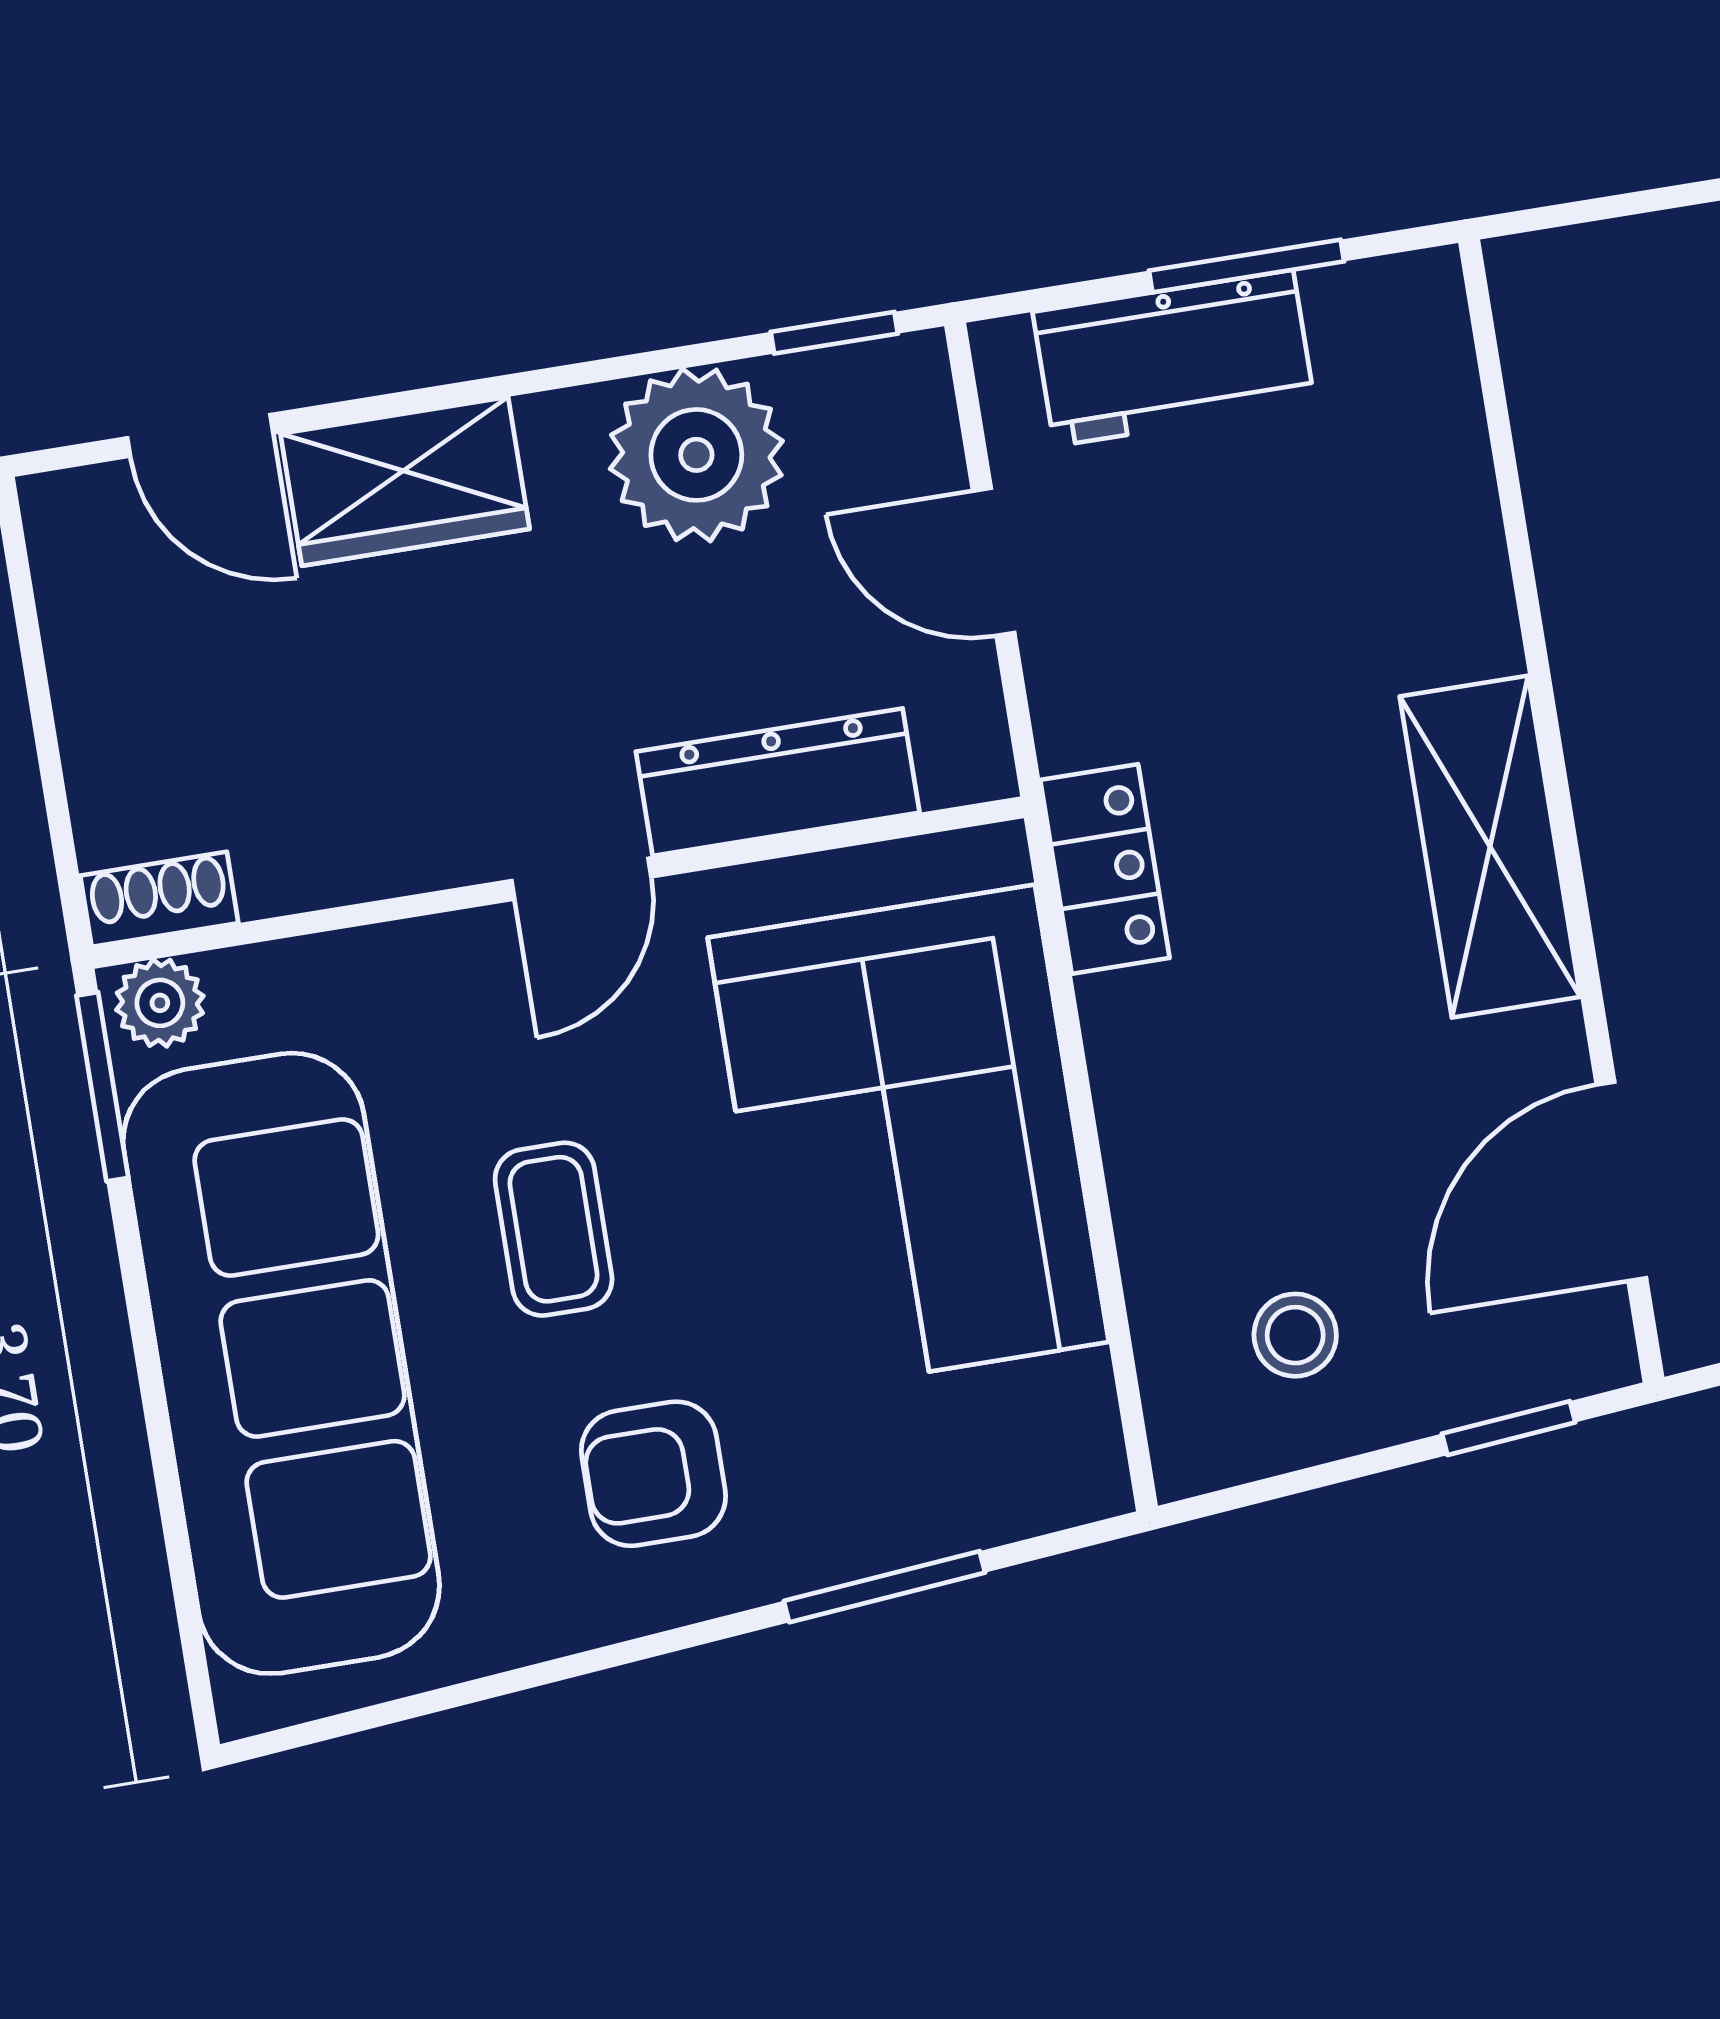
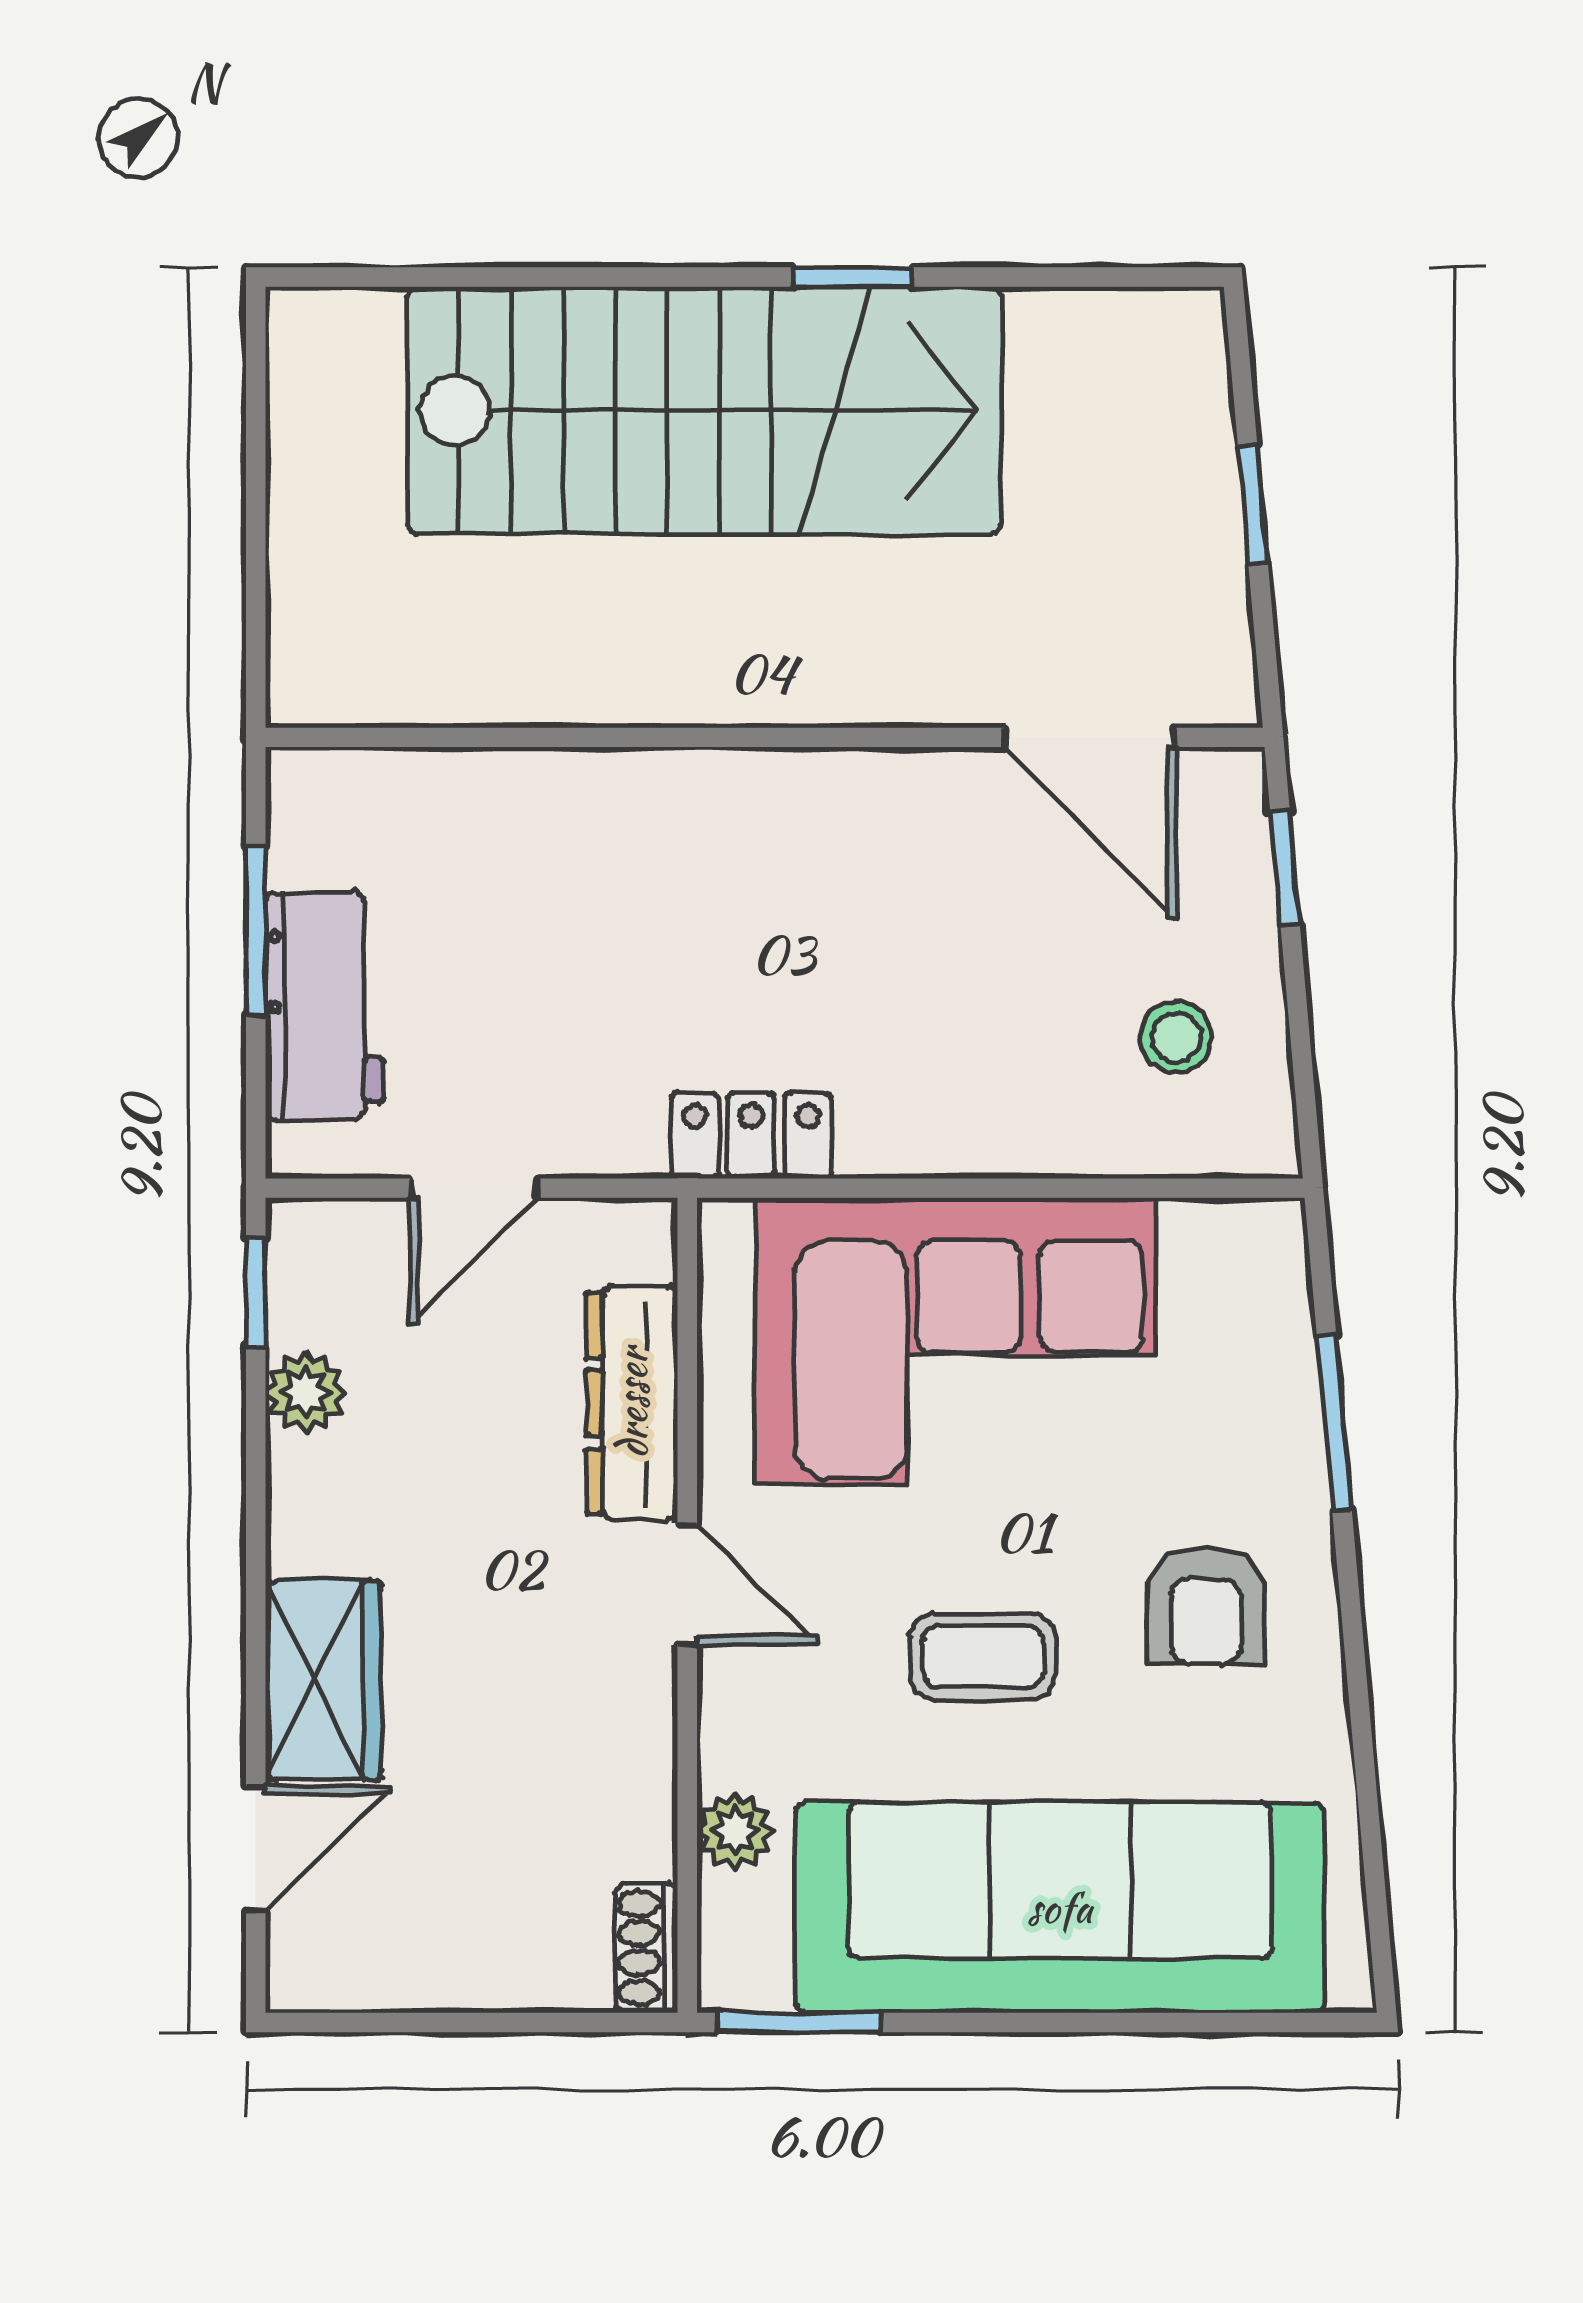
plant: (696, 455) -> (306, 1392), width x0.53, depth x0.53
shelving: (1490, 847) -> (786, 803), removed
plant: (160, 1003) -> (735, 1831), moved

